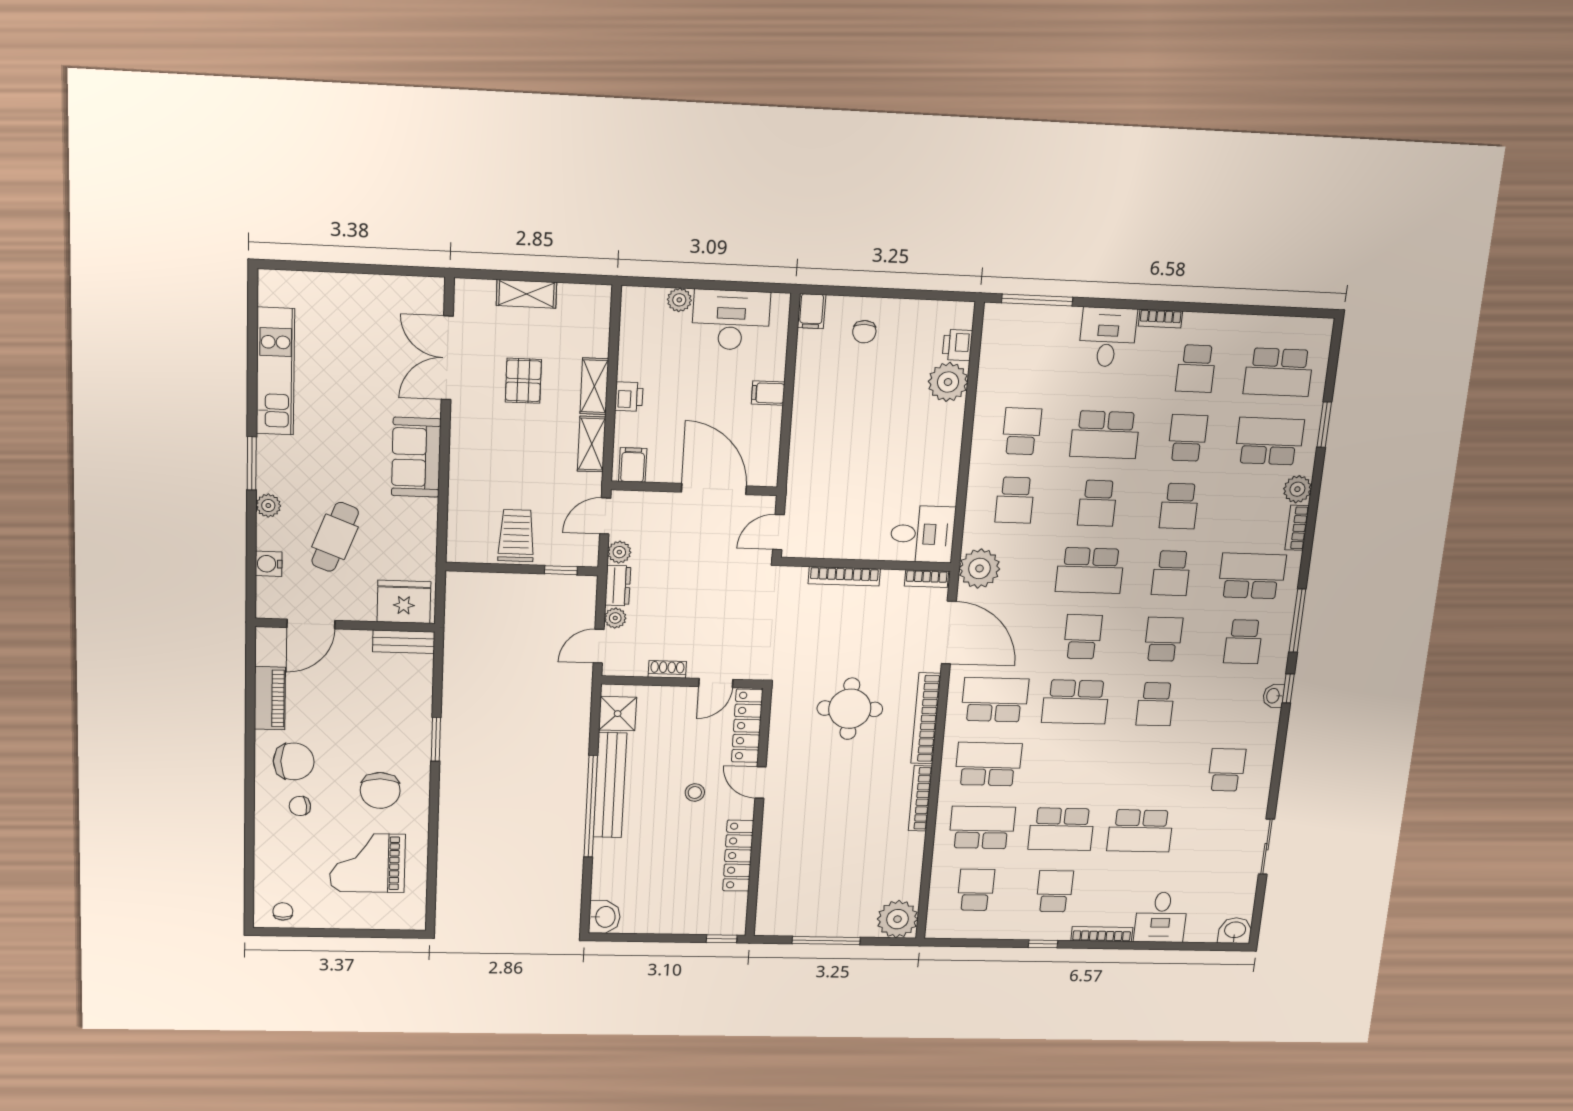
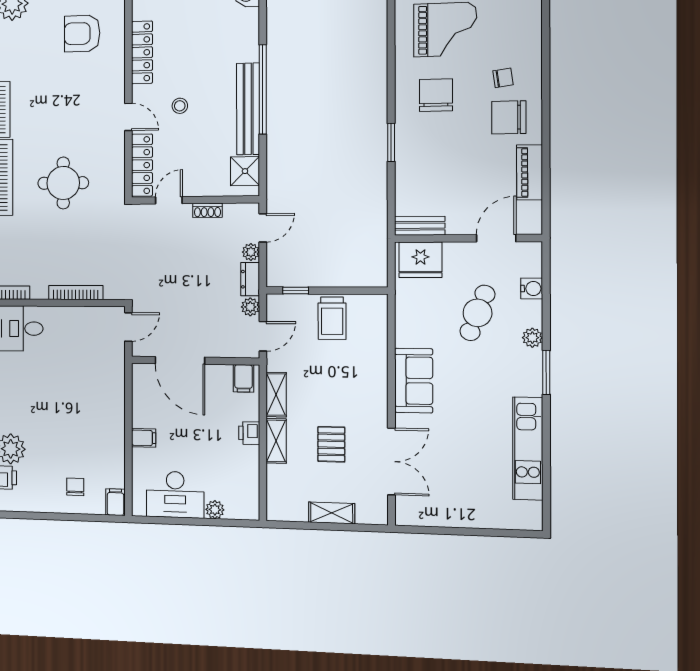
armchair: (812, 881) -> (82, 33), added

